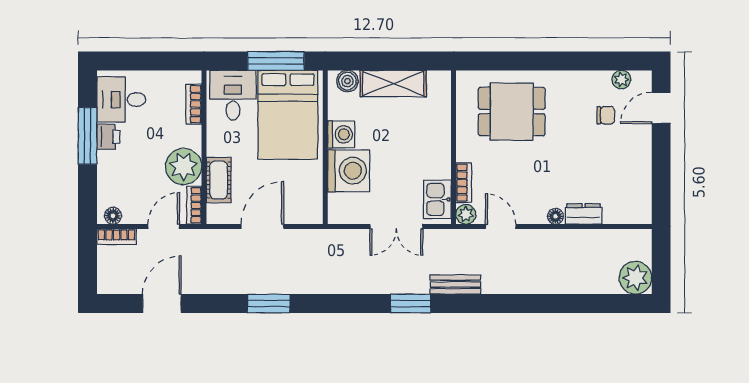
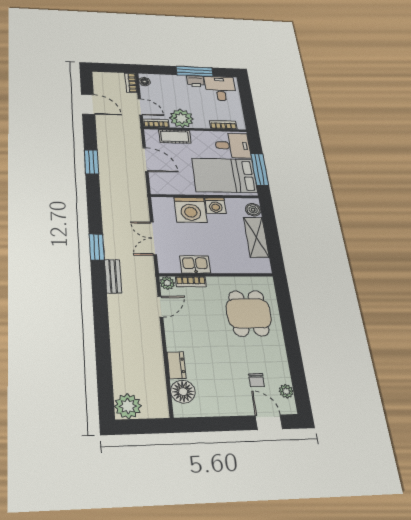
kitchen sink: (437, 199) -> (195, 264), moved
floor lamp: (556, 216) -> (183, 392), moved, width x1.89, depth x1.89

